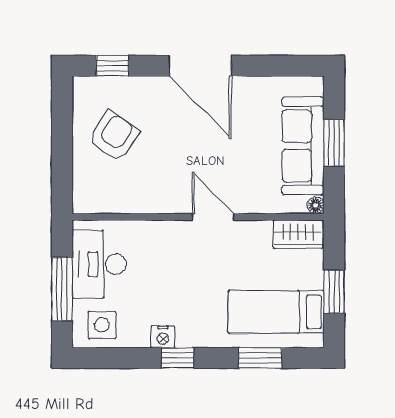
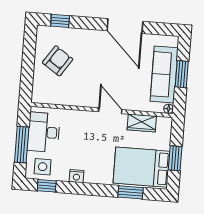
door: (200, 66) -> (125, 26), moved
wardrobe: (298, 234) -> (142, 123), moved
bed: (276, 312) -> (142, 167), width x1.50
window: (178, 358) -> (47, 186), moved

